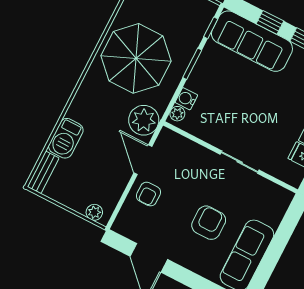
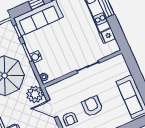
water cooler: (186, 99) -> (36, 57), moved
armchair: (209, 223) -> (92, 106), moved

